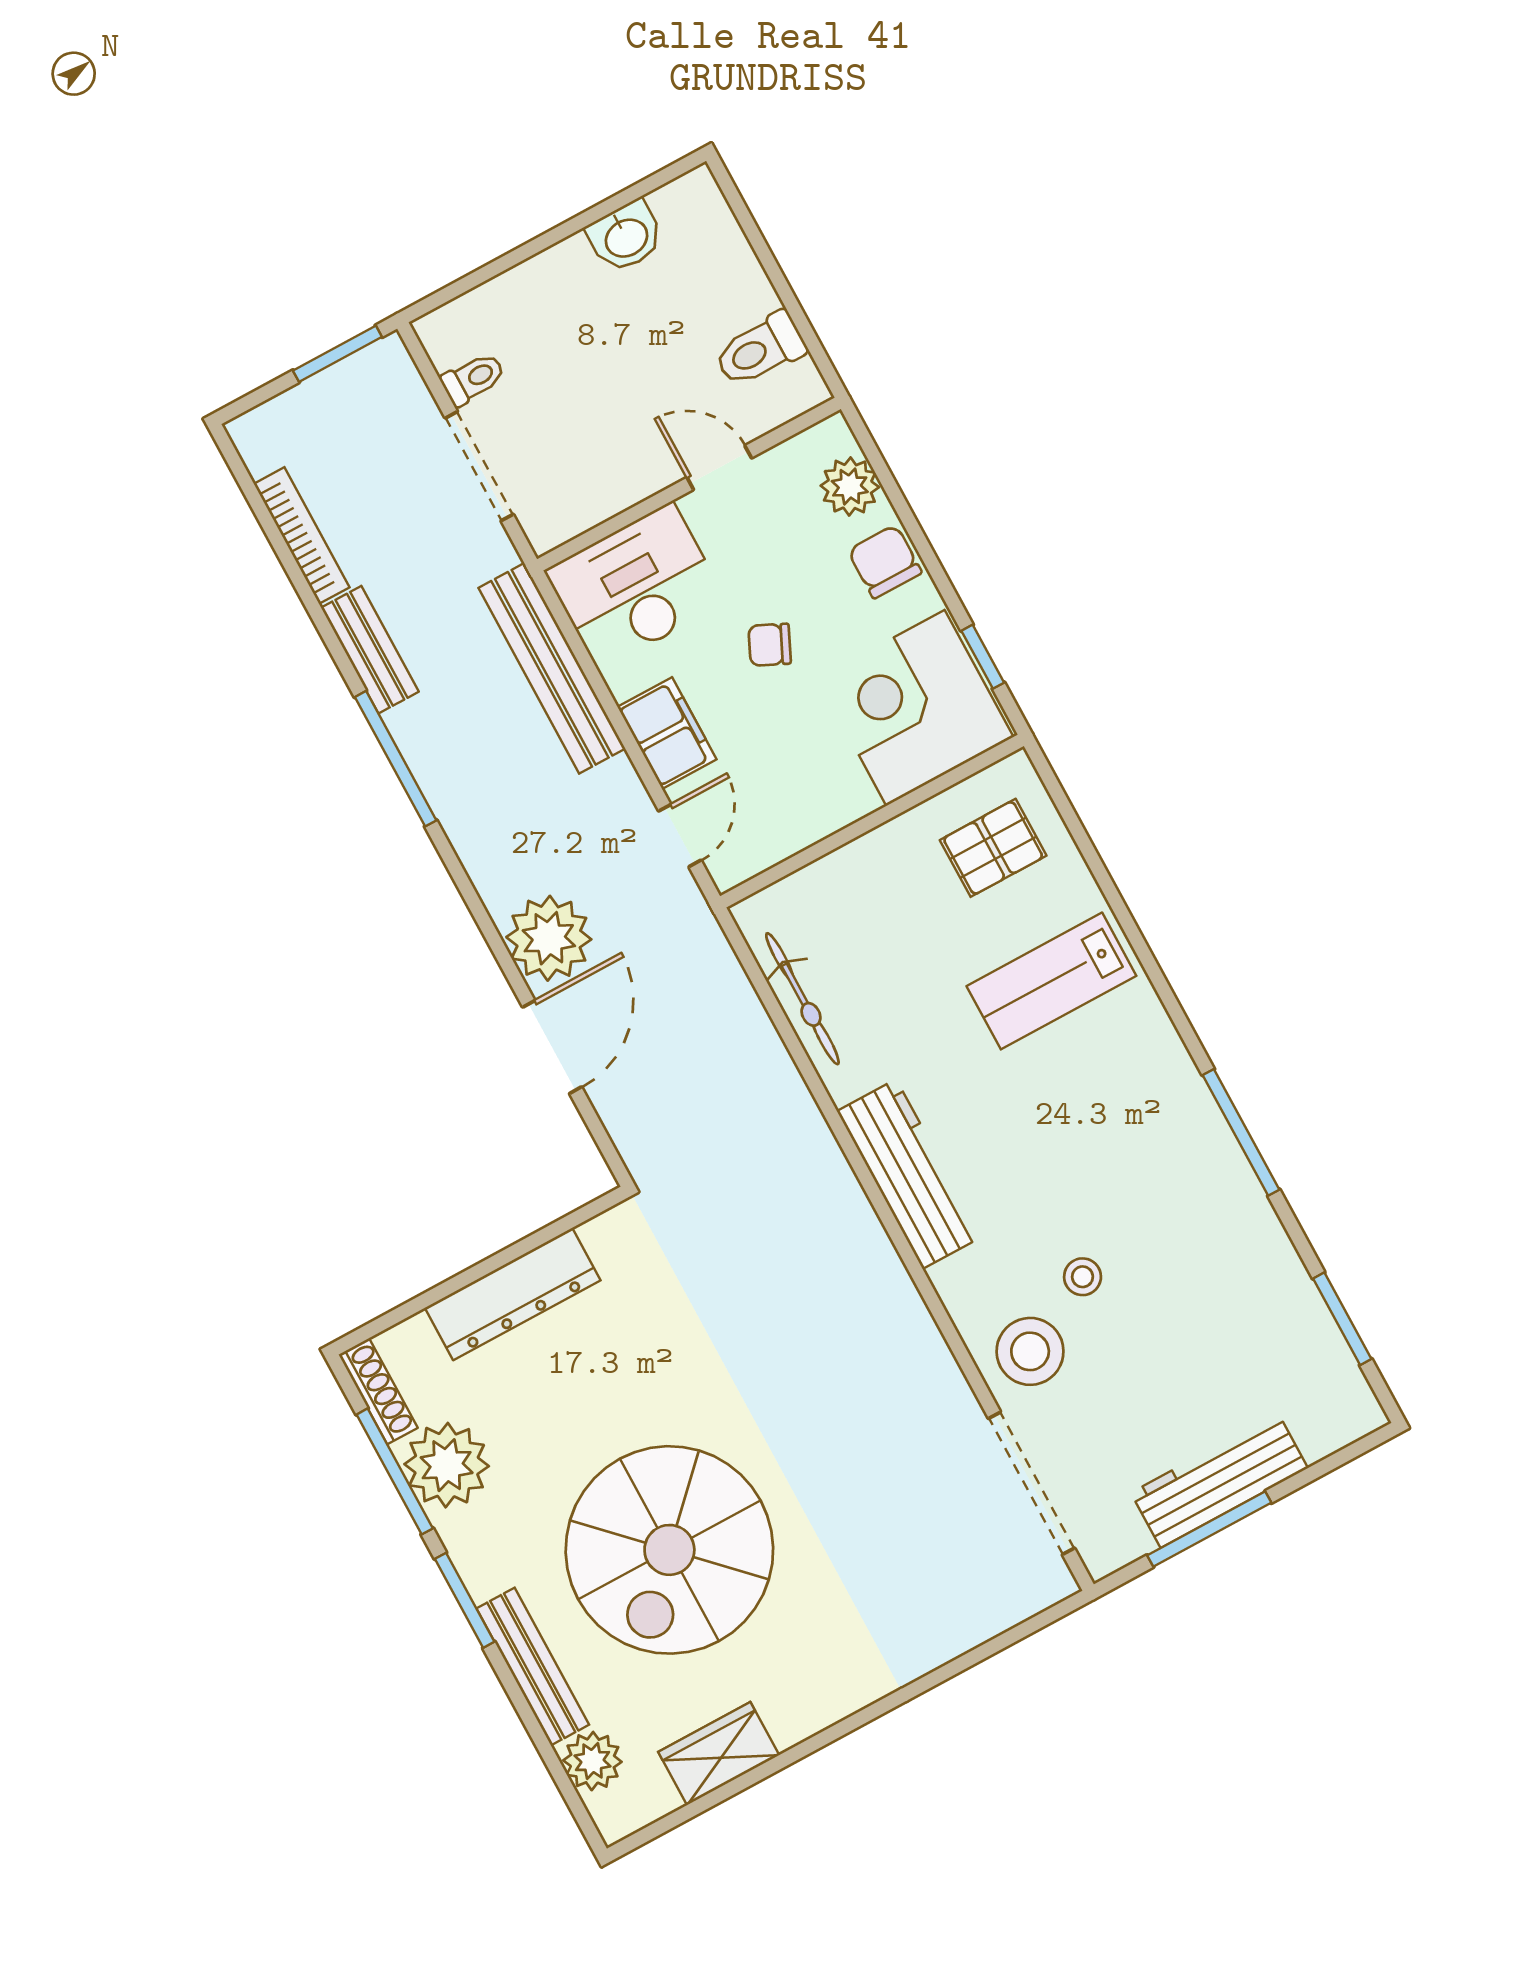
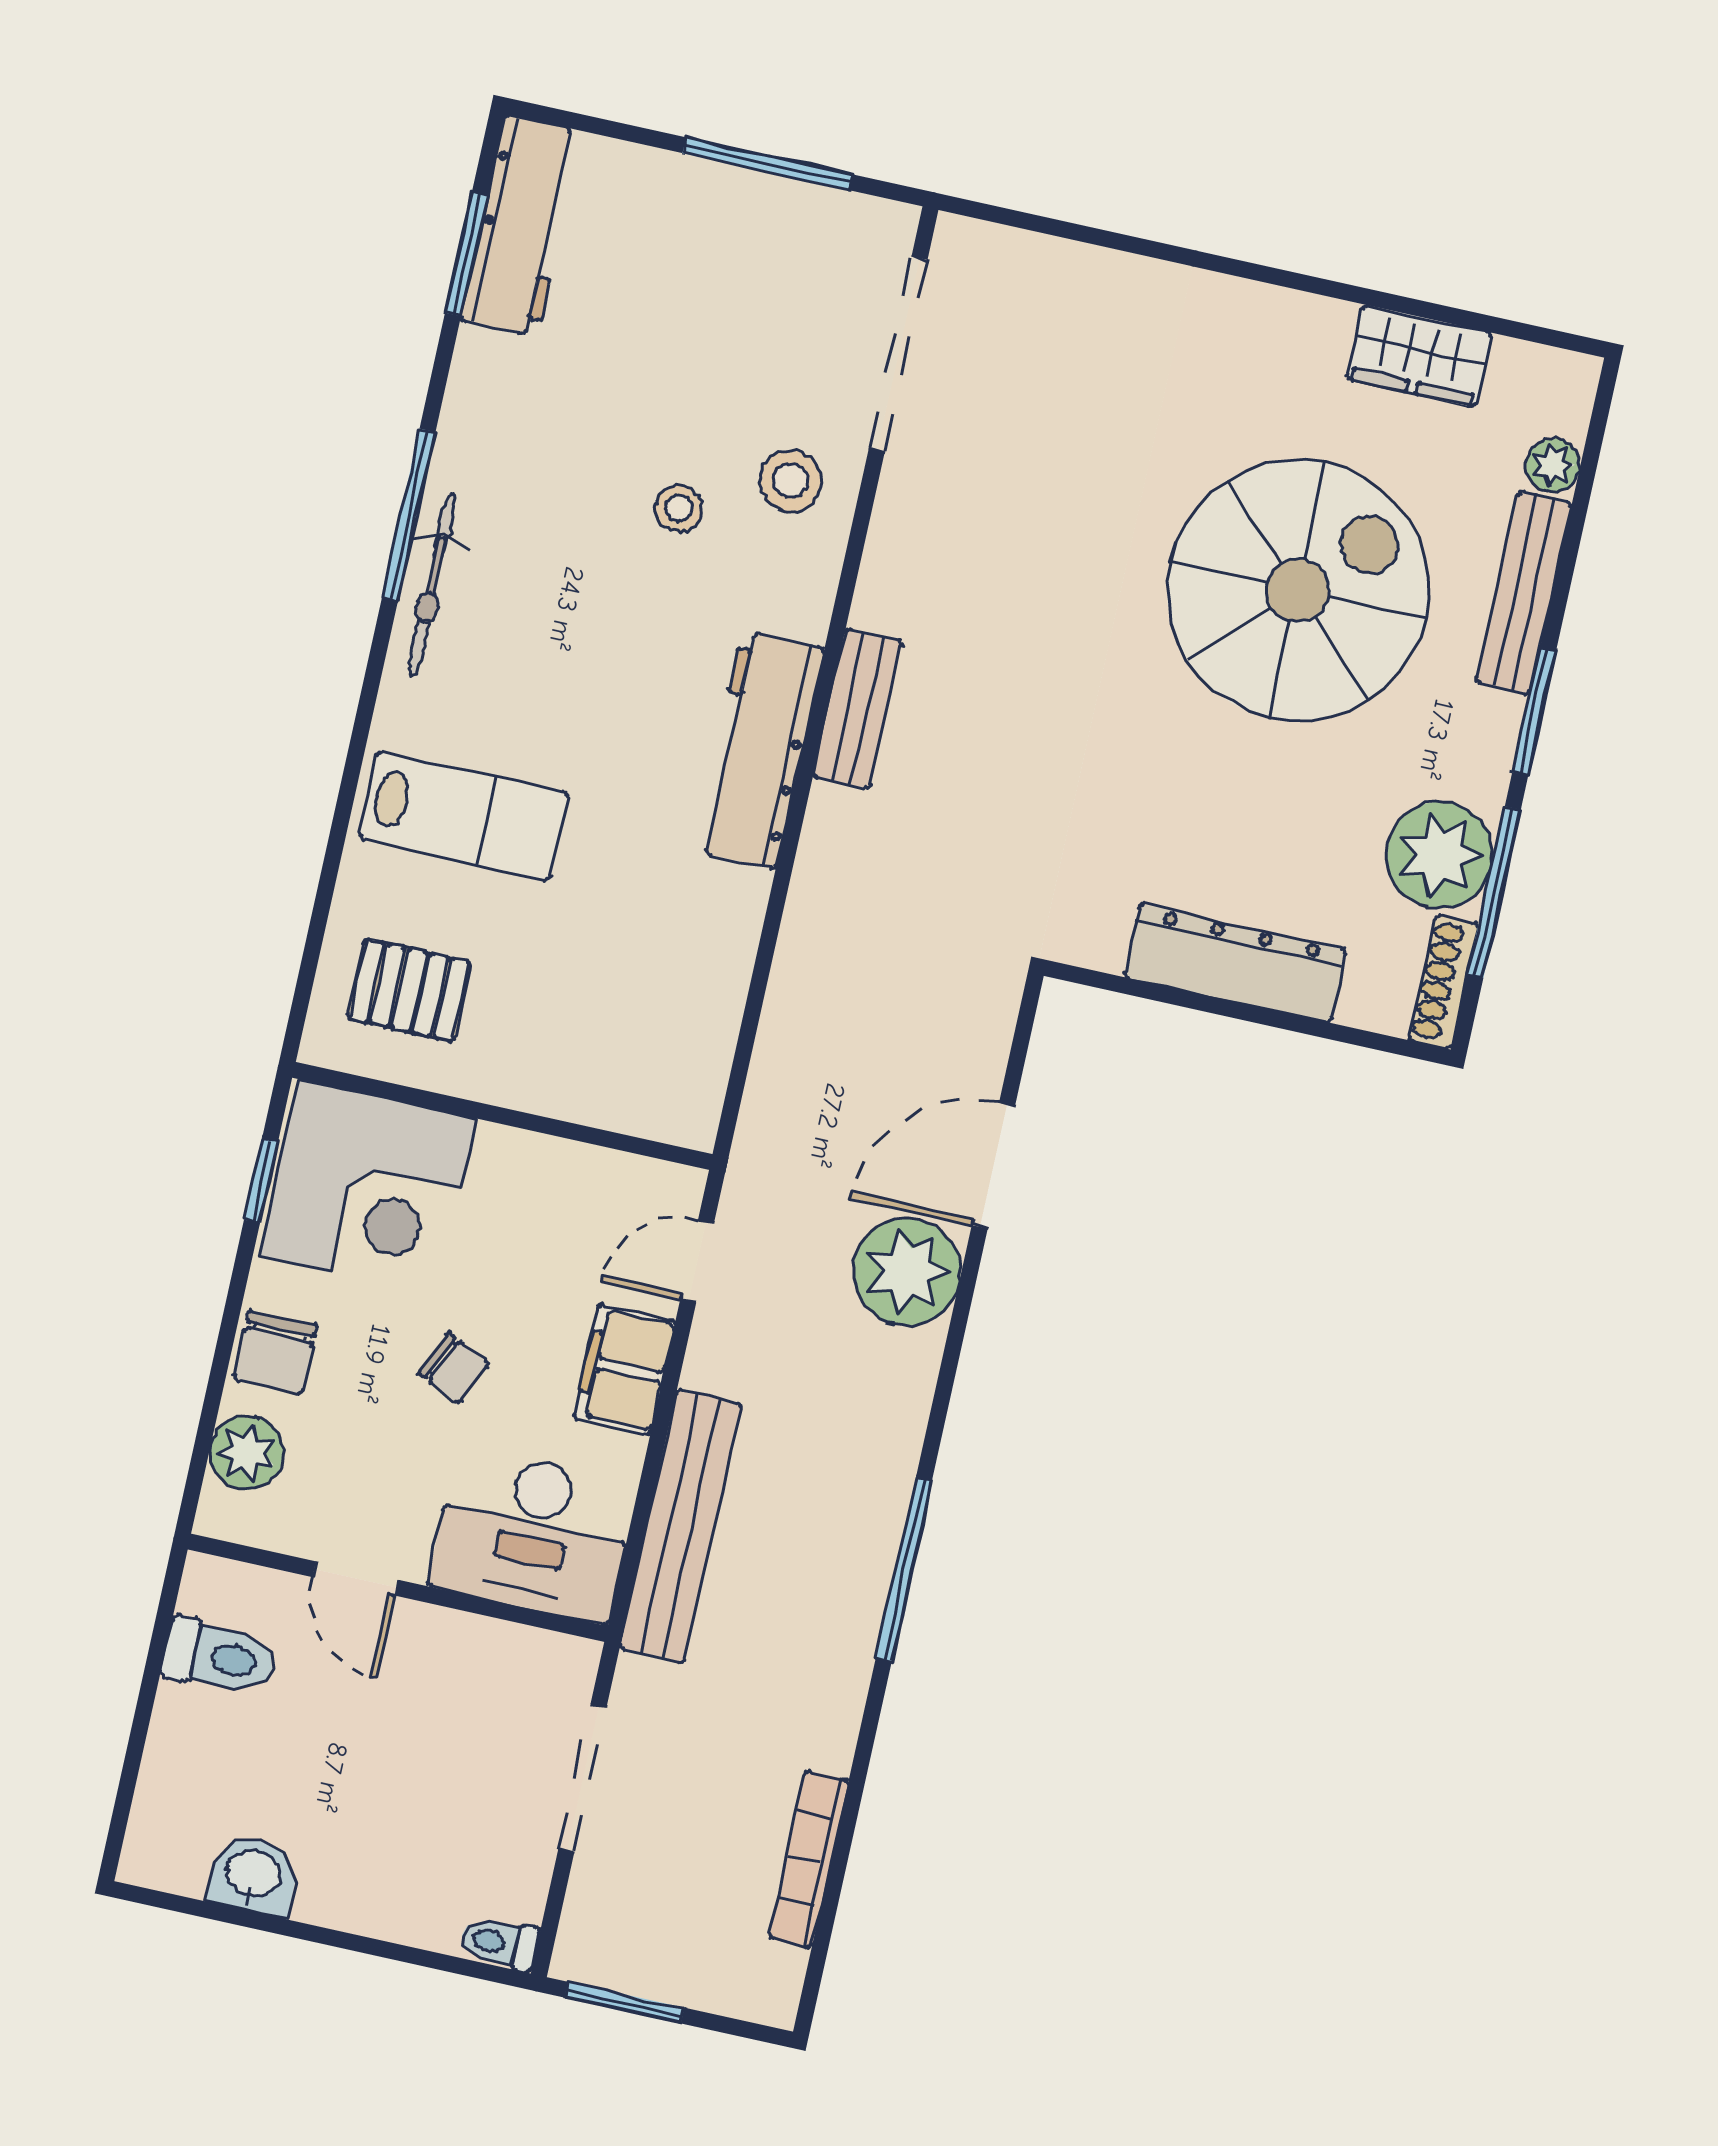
toilet: (473, 379) -> (499, 1943), moved
bench: (370, 650) -> (858, 709), moved
bicycle: (802, 999) -> (432, 585), moved, turned 180
stool: (1030, 1351) -> (790, 481), width x0.73, depth x0.73
workbench: (1219, 1480) -> (522, 226), moved, turned -90
plant: (592, 1761) -> (1553, 465), width x0.73, depth x0.73

